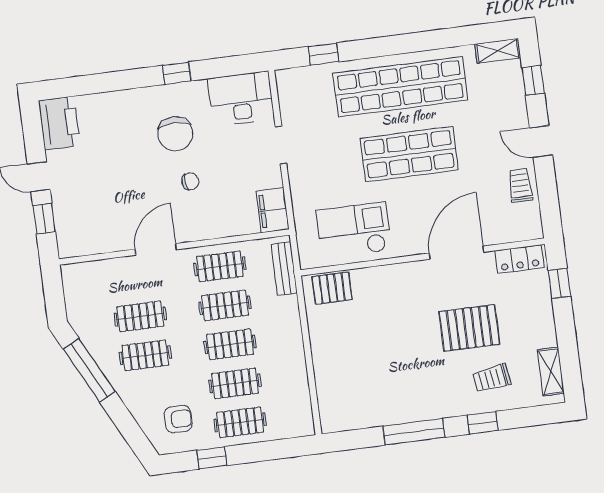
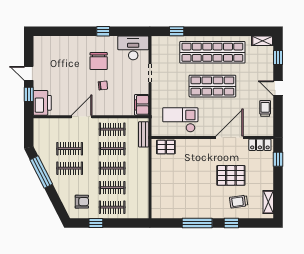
printer: (59, 123) -> (42, 103), moved

